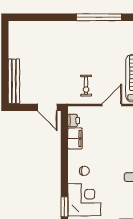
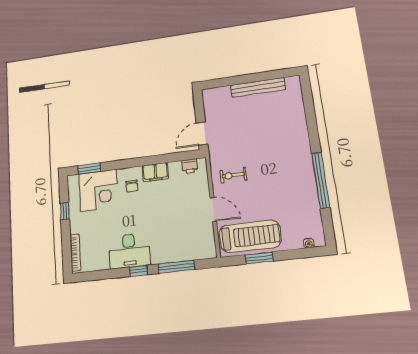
bench: (14, 81) -> (258, 87), moved
filing cabinet: (75, 138) -> (155, 172), moved

